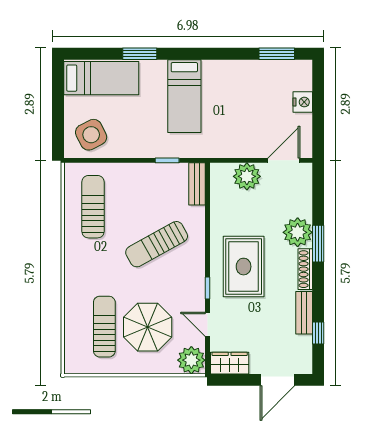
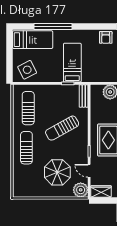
window: (140, 54) -> (53, 27), width x2.11
armchair: (239, 74) -> (106, 37), added
bed: (184, 96) -> (72, 63), moved, turned 180
sun lounger: (104, 327) -> (26, 148), moved

